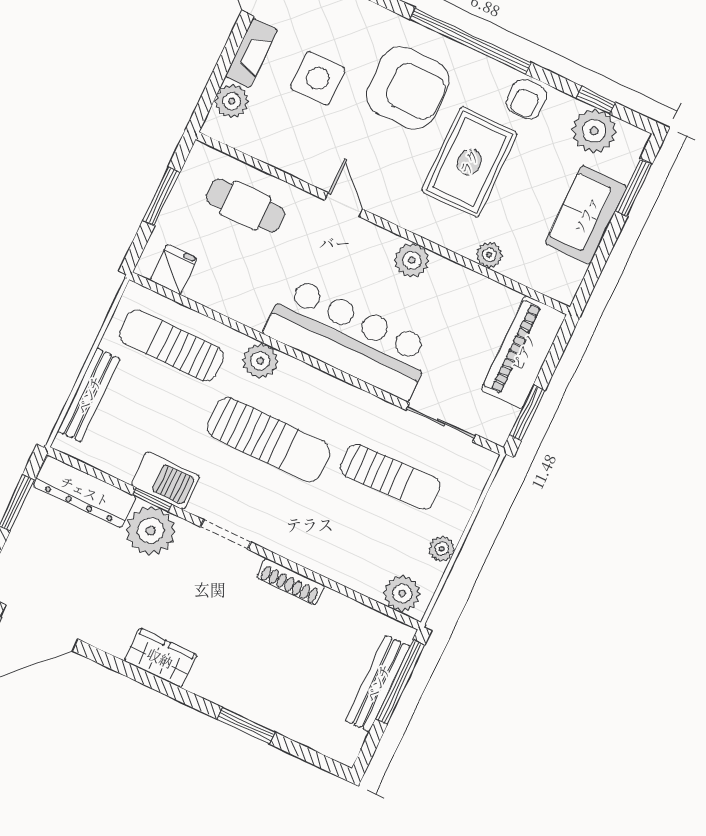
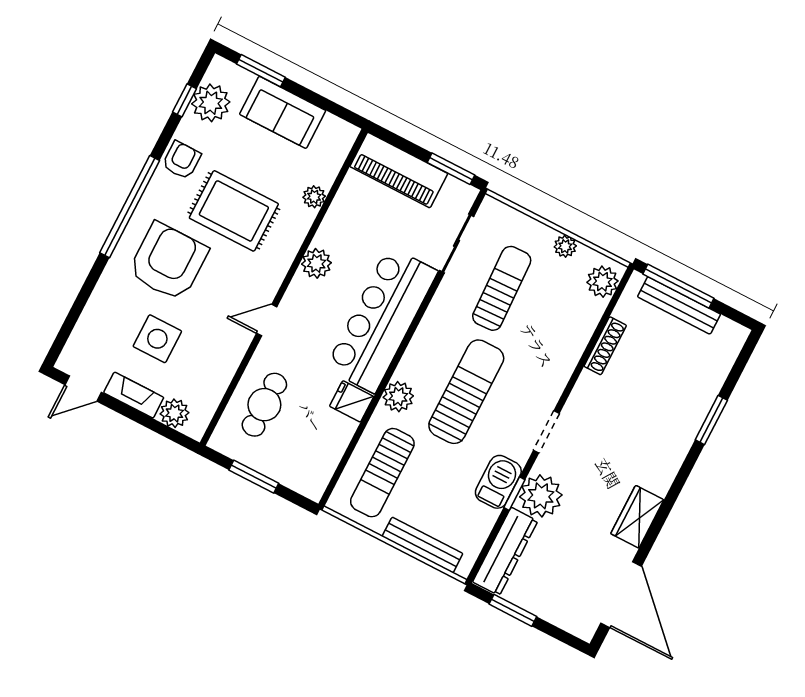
armchair: (526, 99) -> (182, 160), turned -90
fridge: (174, 269) -> (352, 401), moved
shoe rack: (291, 582) -> (605, 346), moved
wardrobe: (160, 658) -> (637, 517), moved

